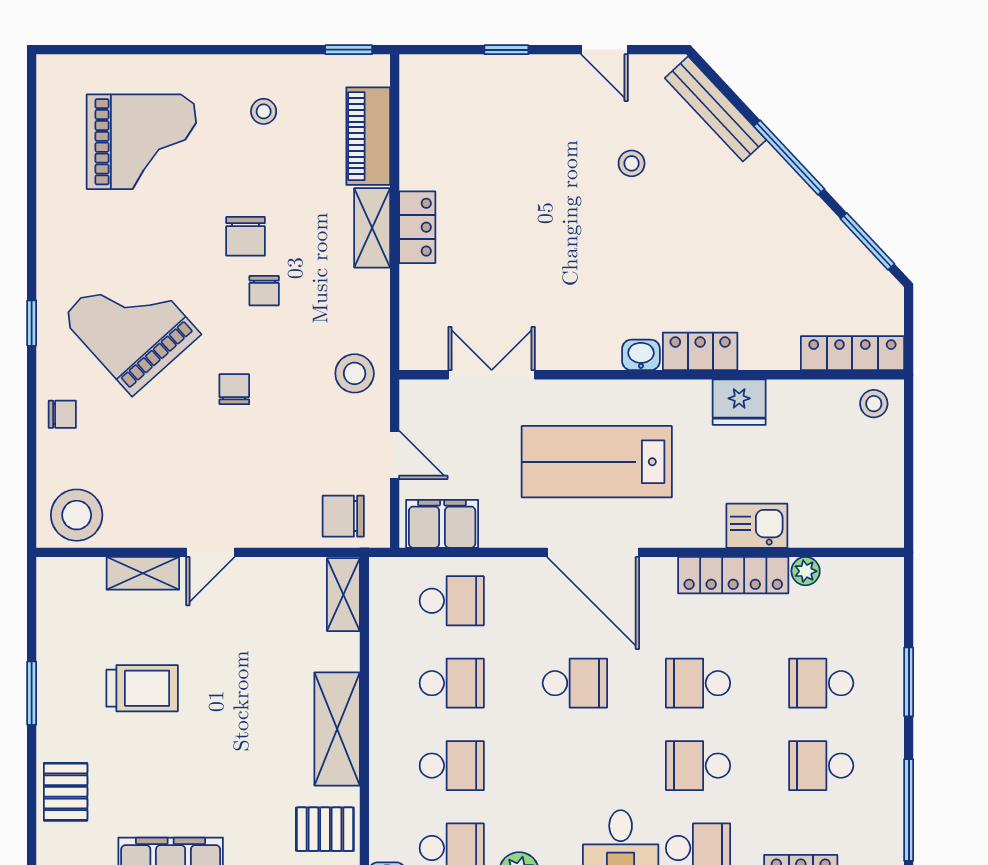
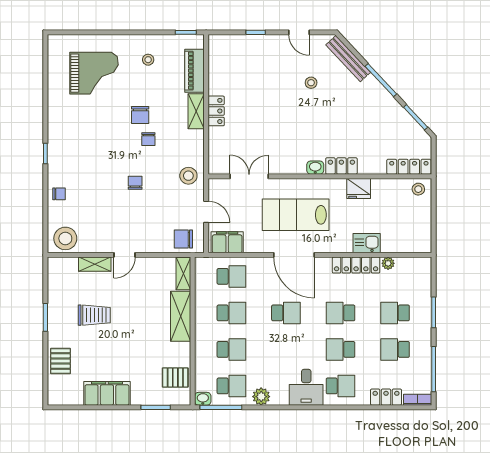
grand piano: (131, 326) -> (89, 155), removed
shelving: (337, 729) -> (181, 316), moved

